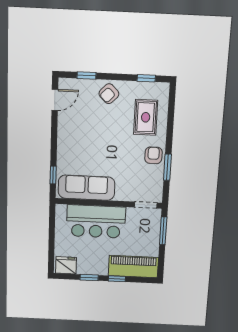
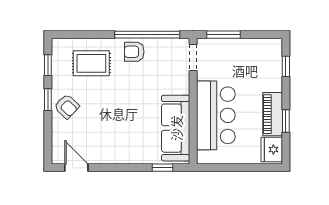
window: (86, 76) -> (48, 100), moved
window: (167, 167) -> (147, 35), width x2.11
piano: (133, 266) -> (273, 114), moved, width x0.73, depth x0.75
window: (117, 279) -> (286, 66), moved

